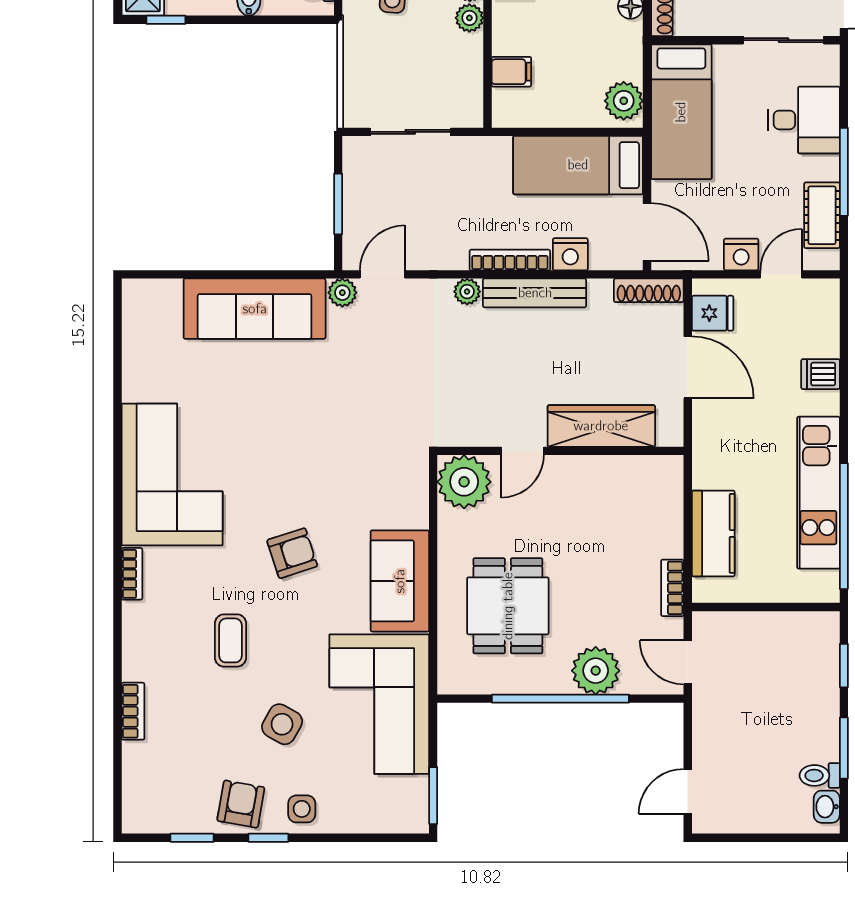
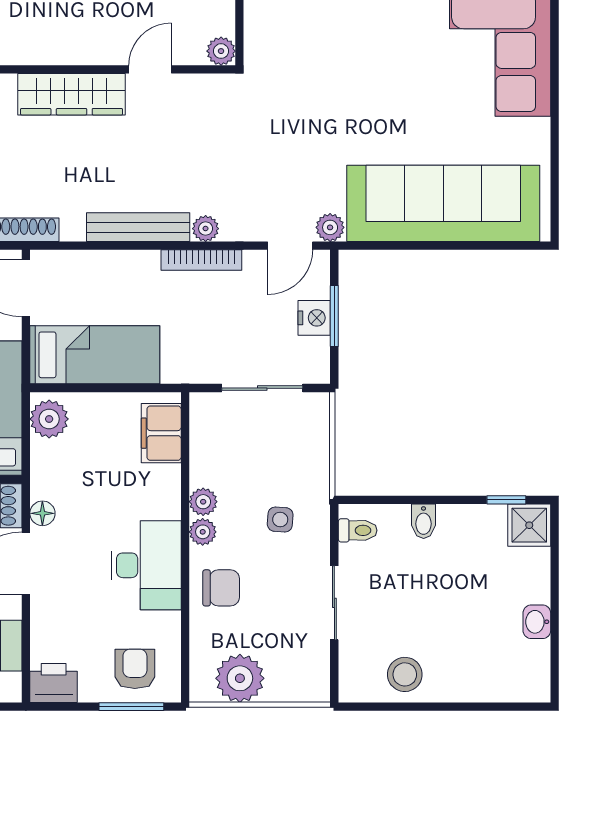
filing cabinet: (511, 72) -> (161, 433), width x2.00
nightstand: (570, 254) -> (314, 318), moved, turned 90
bookcase: (510, 260) -> (201, 260), moved
sofa: (255, 309) -> (443, 203), width x1.36, depth x1.27
plant: (464, 482) -> (221, 51), width x0.53, depth x0.53

